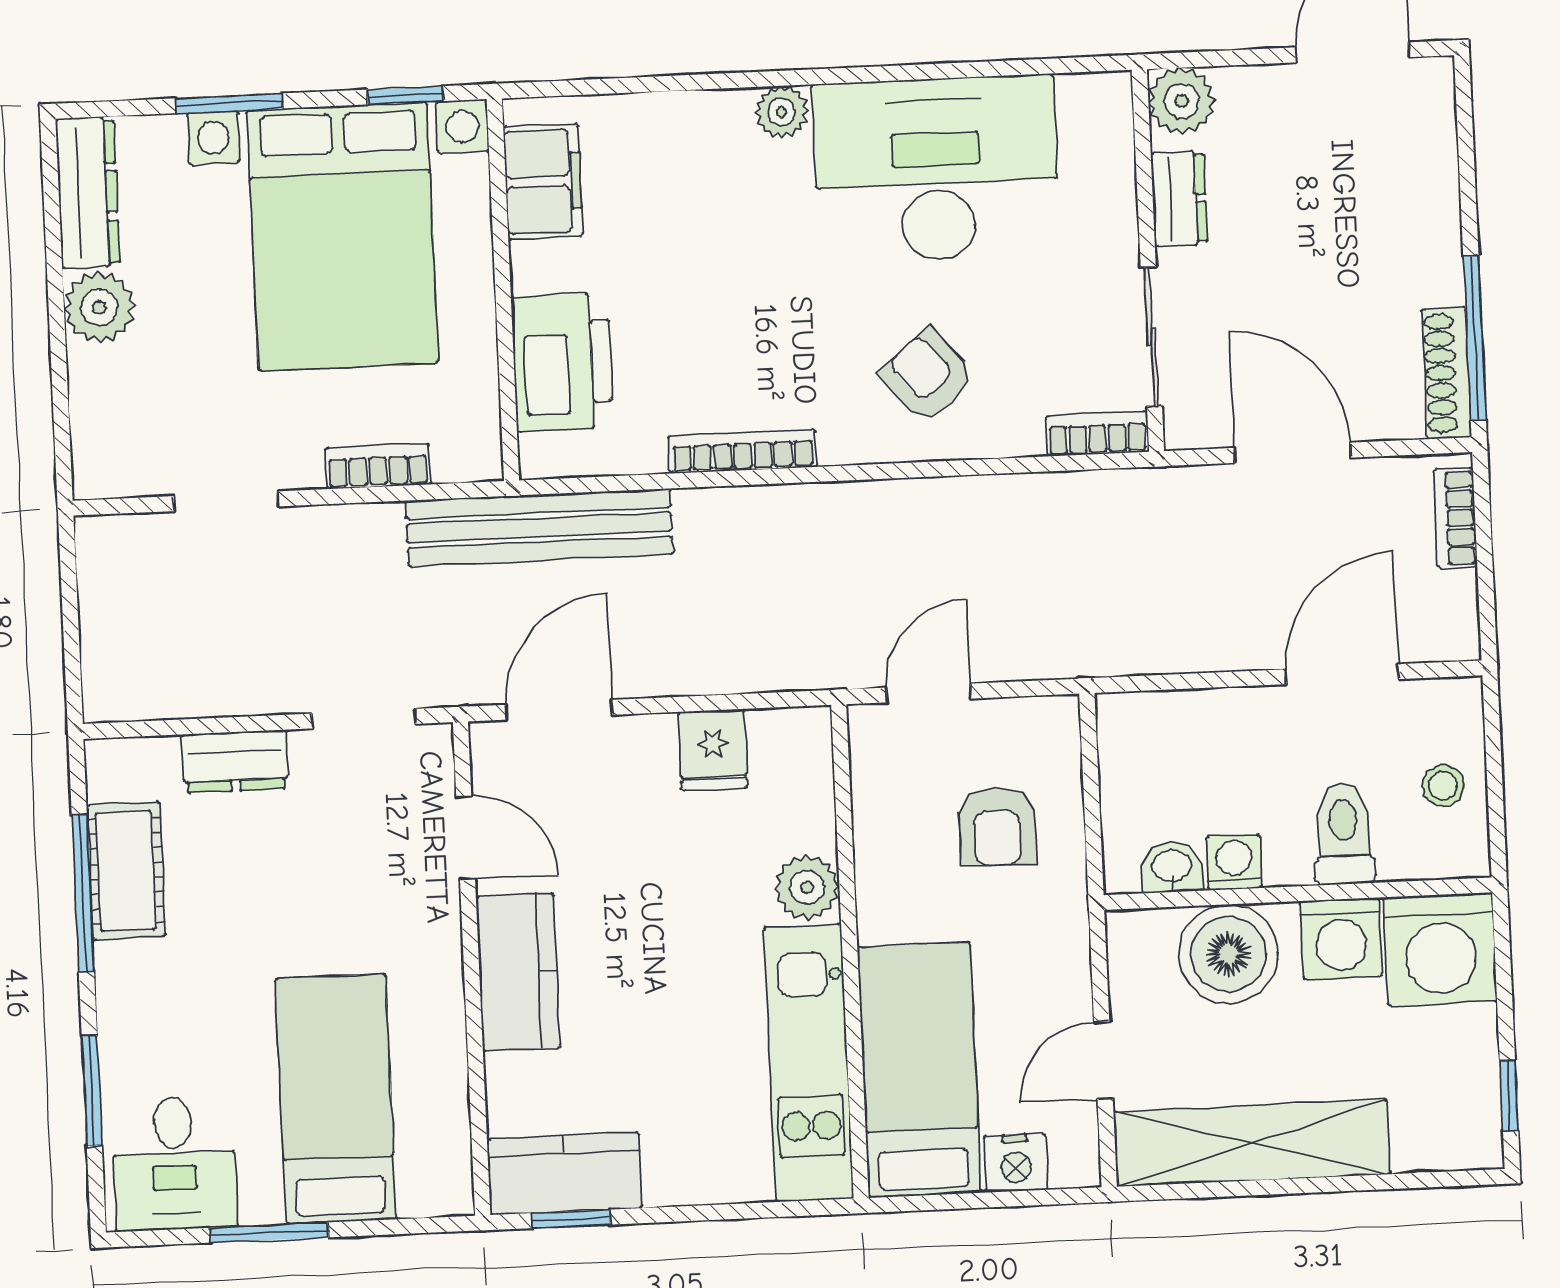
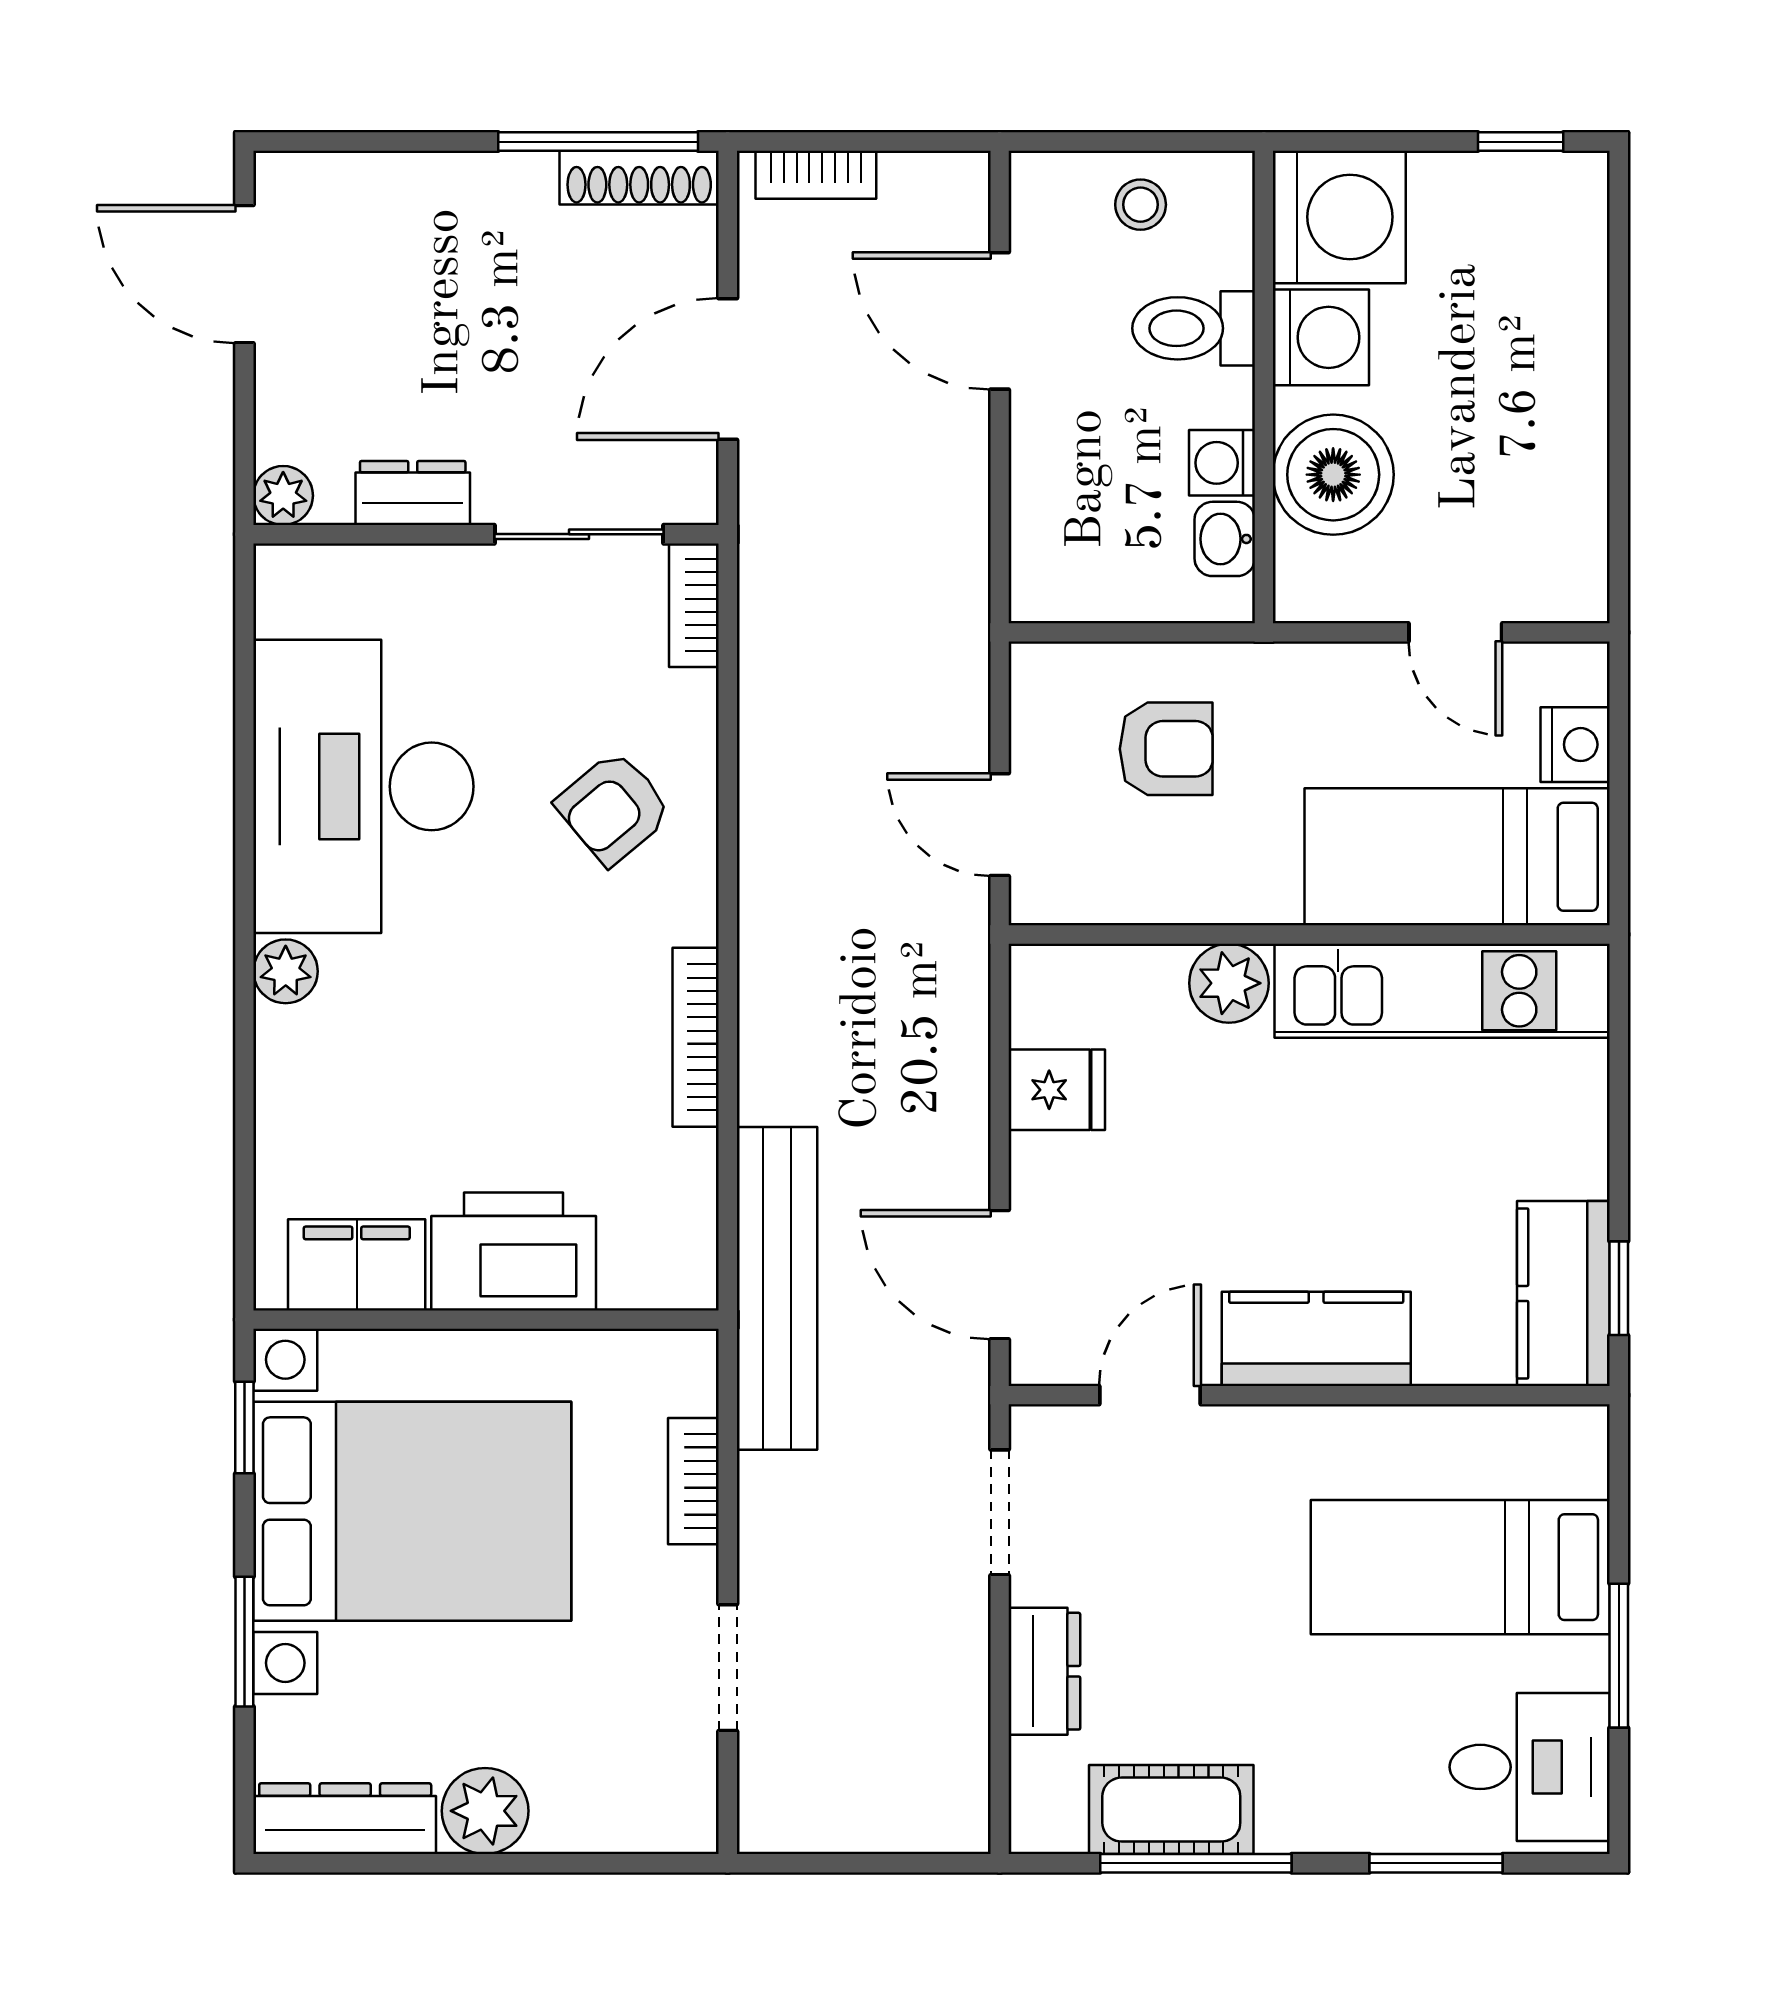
plant: (1182, 101) -> (283, 496), width x0.73, depth x0.73
printer: (562, 362) -> (514, 1251), moved
shelving: (1252, 1143) -> (1564, 457), removed

